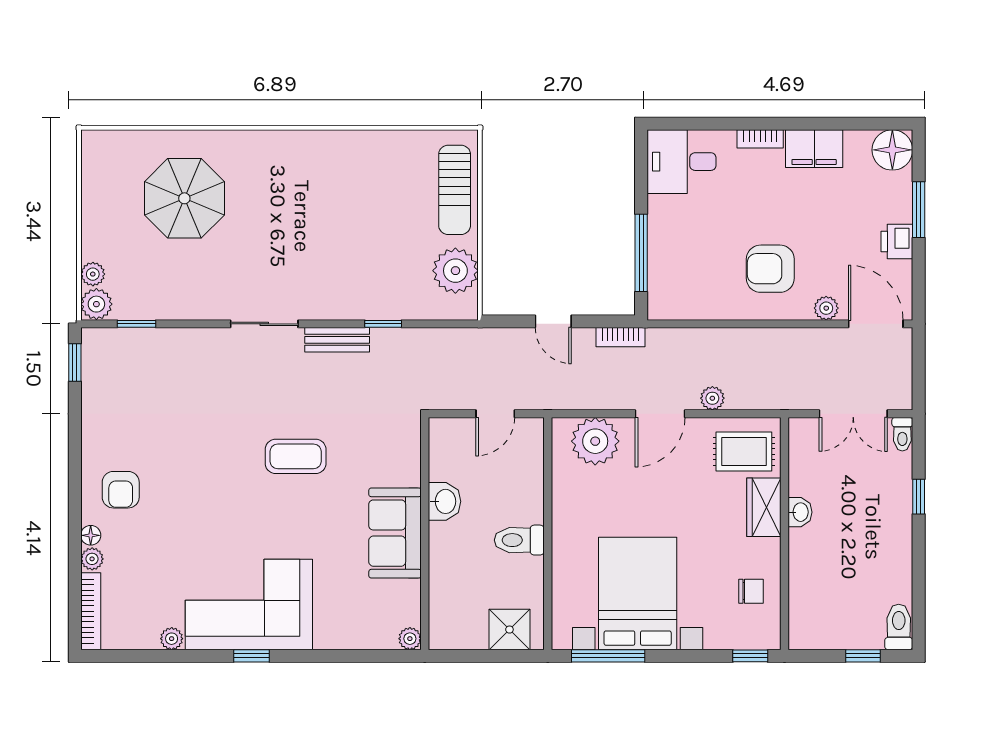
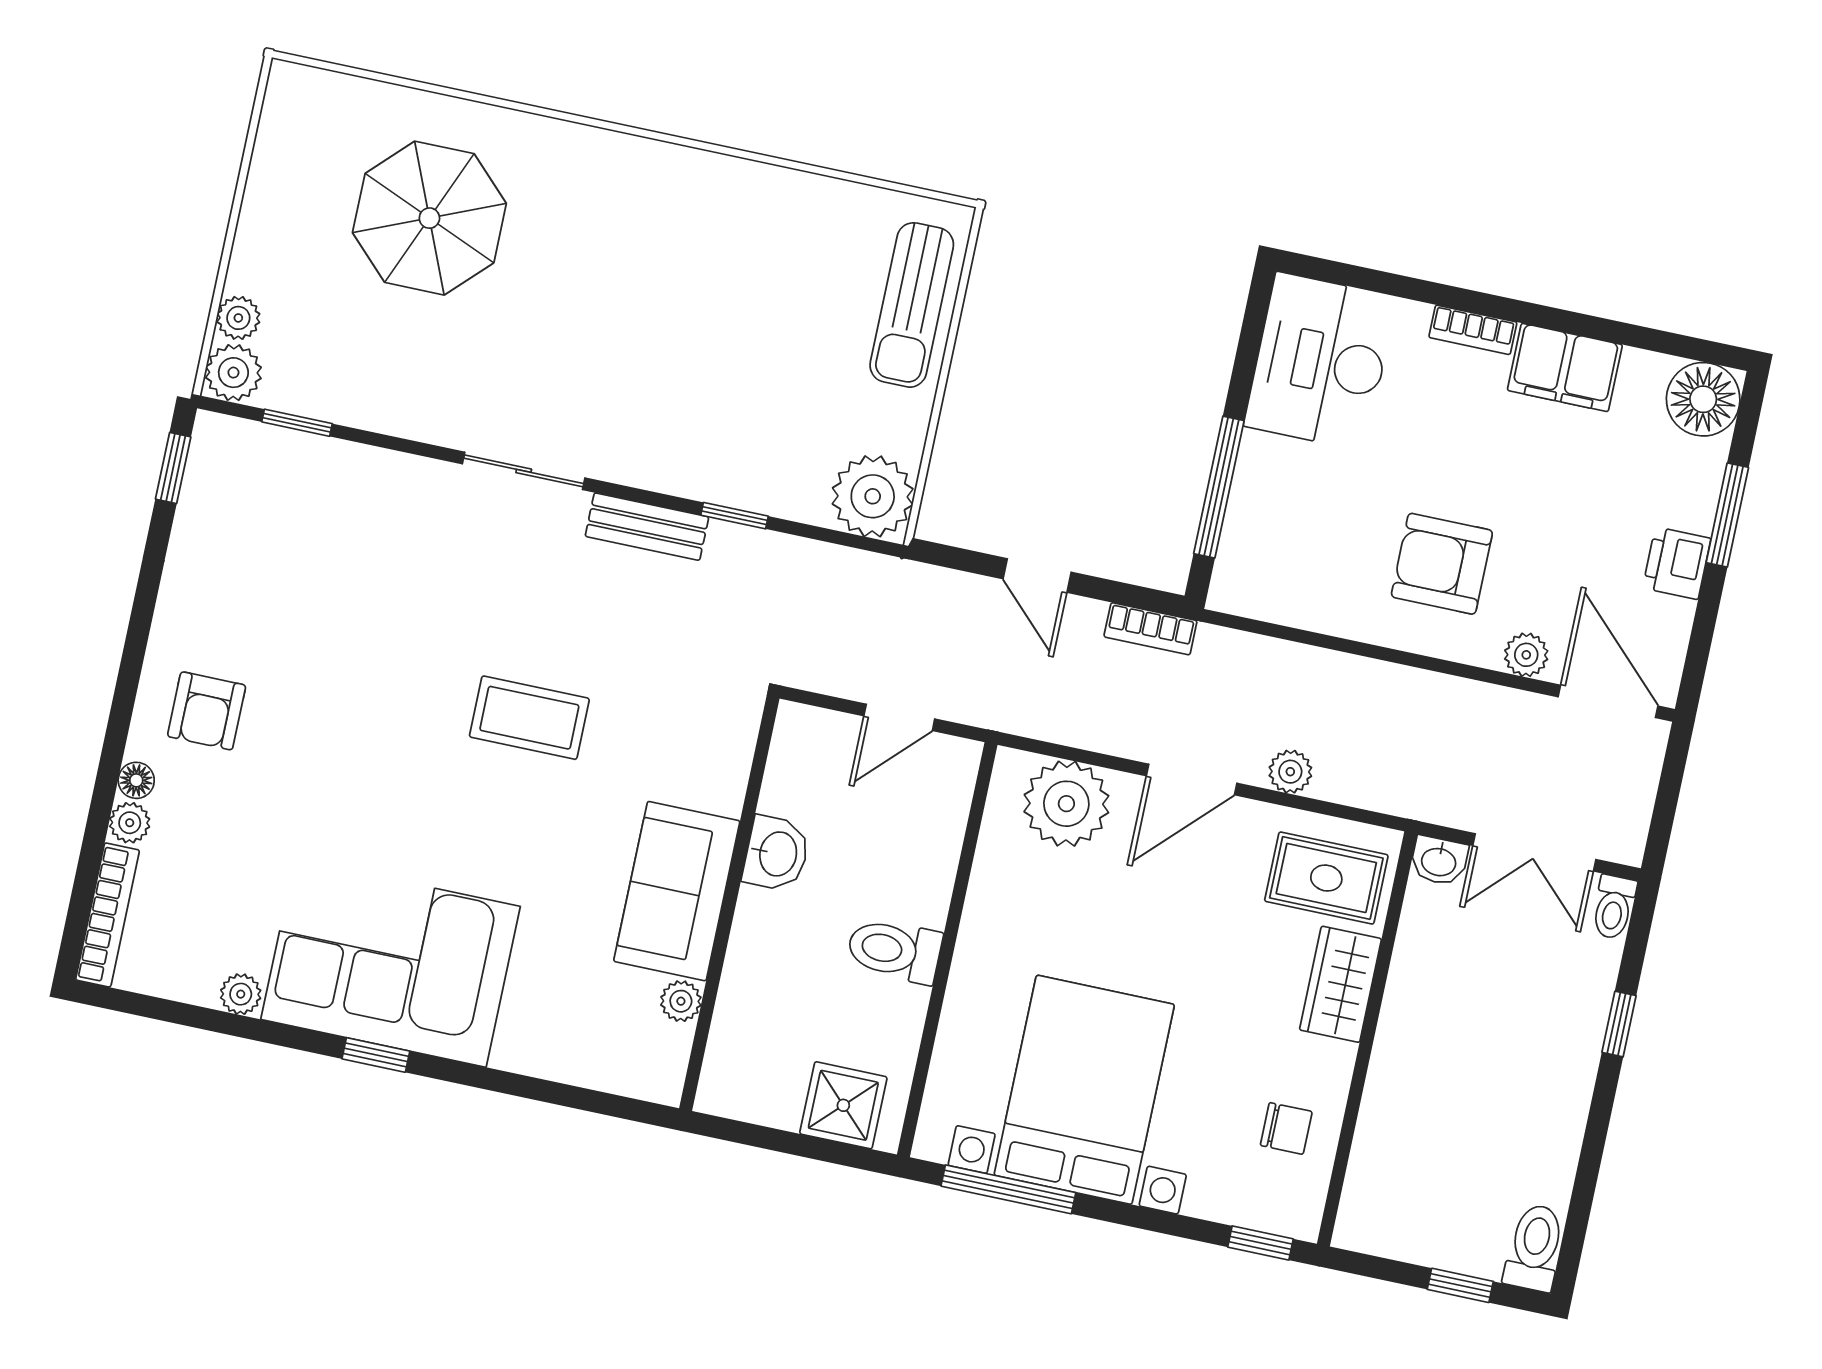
desk: (682, 162) -> (1320, 361), width x1.37
plant: (455, 271) -> (873, 496), moved
washbasin: (800, 512) -> (1439, 861), moved, turned 90
plant: (410, 639) -> (681, 1001), moved

